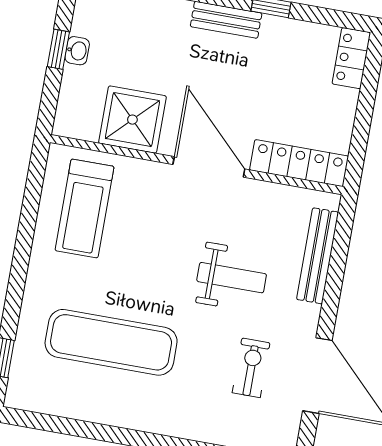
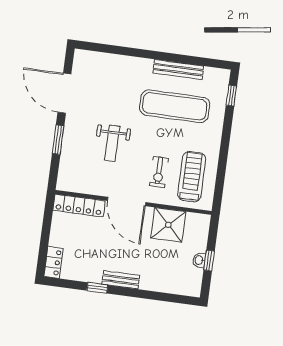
bench: (318, 256) -> (178, 69), moved, turned 90
weight bench: (232, 278) -> (112, 143), turned -90
window: (333, 288) -> (58, 140), added
exercise bike: (251, 368) -> (159, 172), moved

